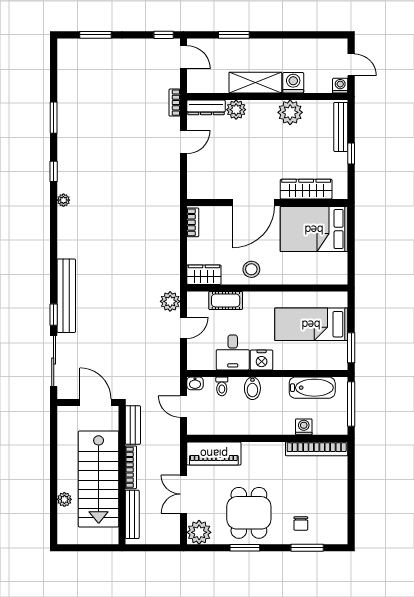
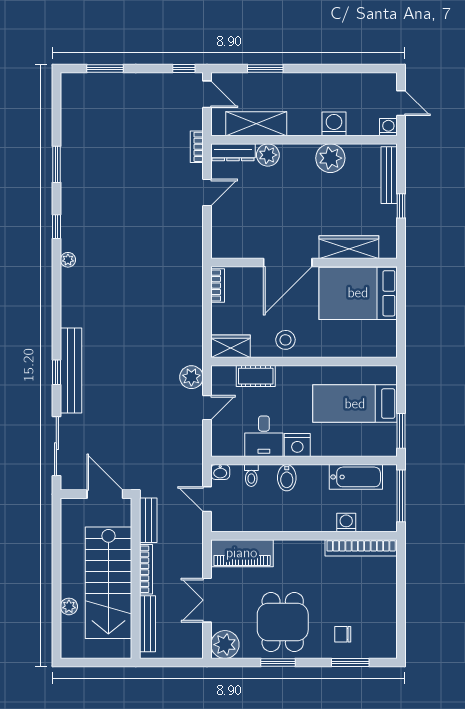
shelving: (255, 83) -> (256, 124), moved
window: (54, 315) -> (56, 372), moved
chair: (301, 523) -> (343, 634), turned 90

